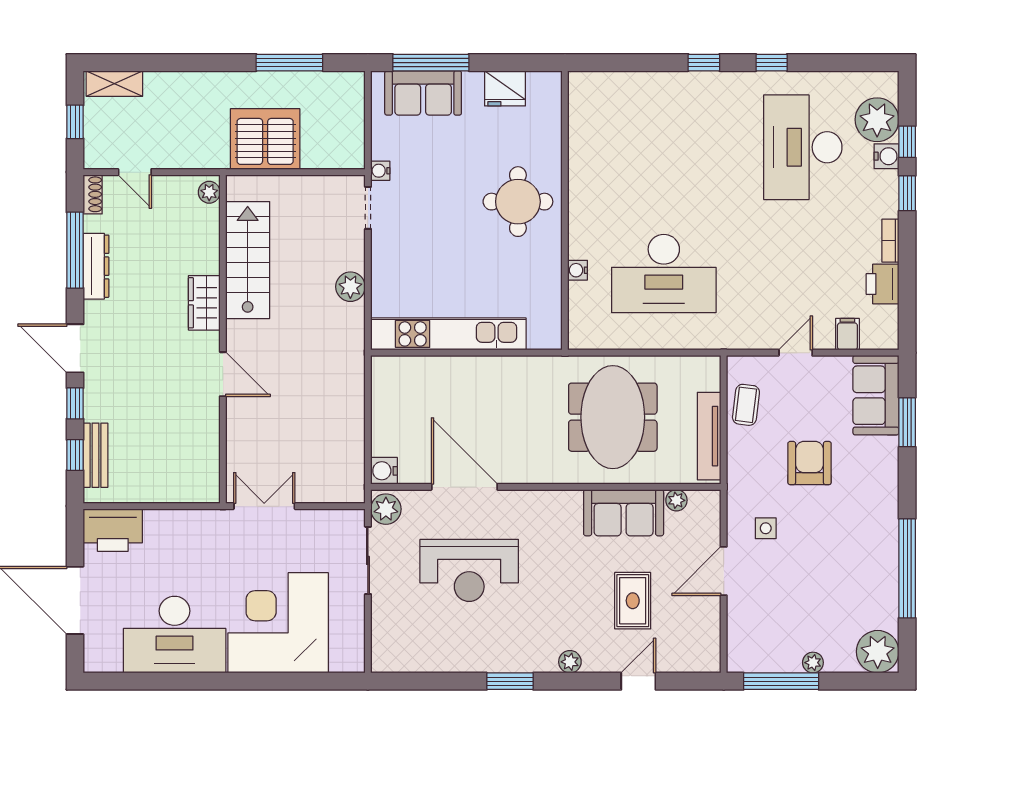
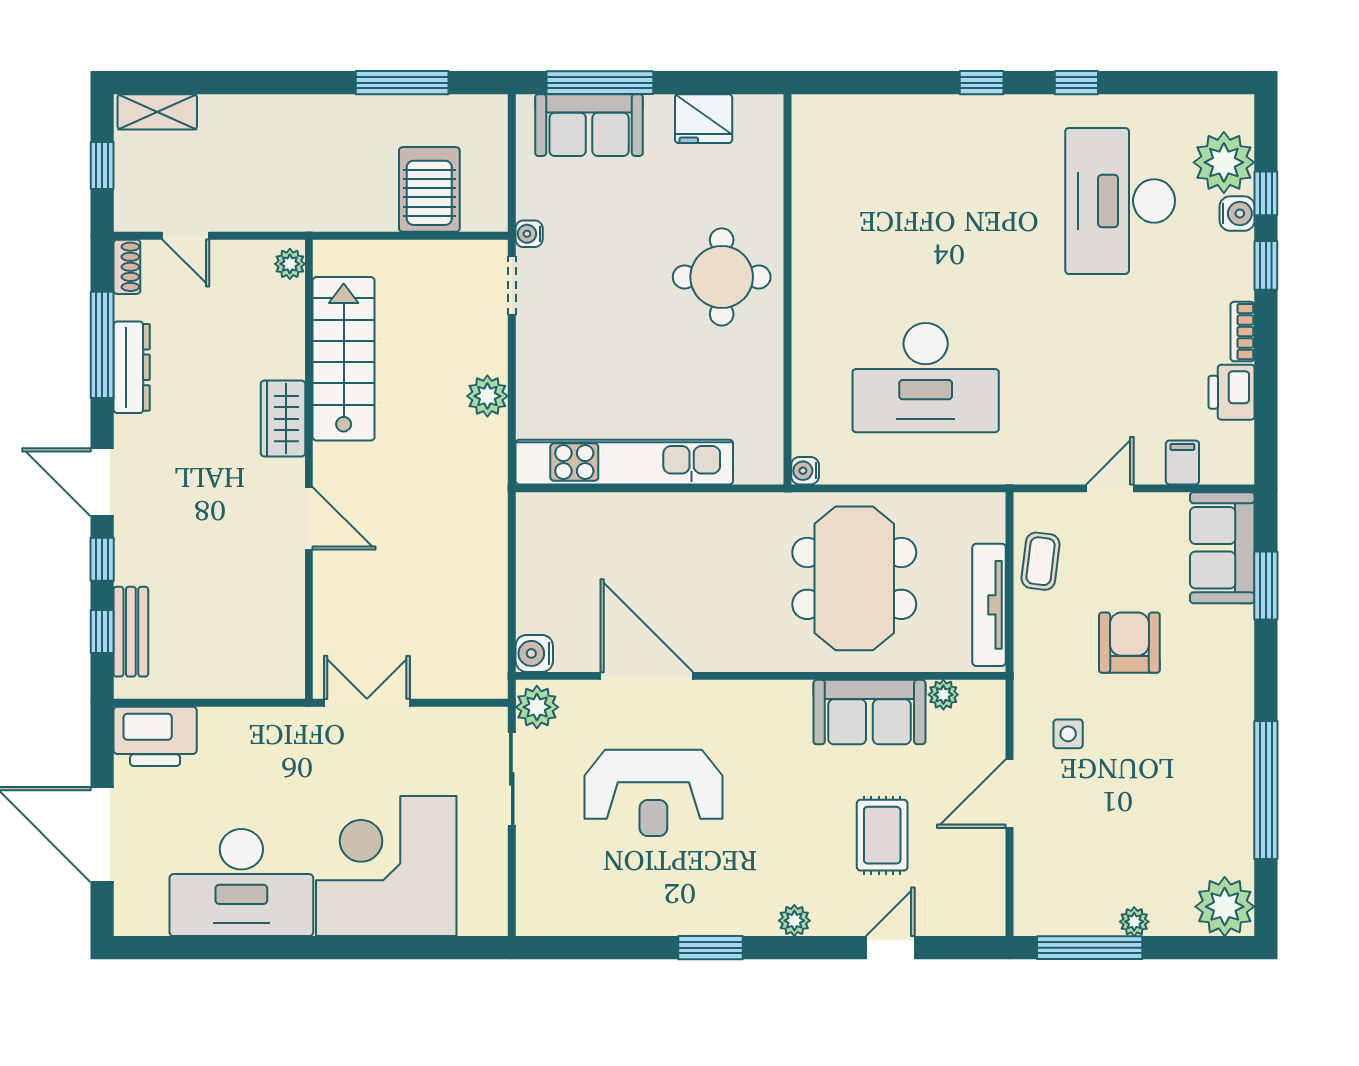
server rack: (265, 139) -> (429, 189), moved, width x0.62
water cooler: (578, 270) -> (805, 471), moved

